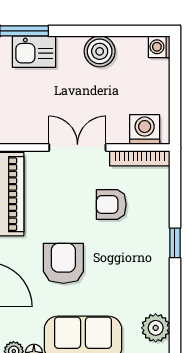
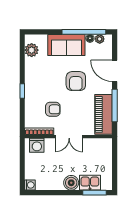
boiler: (100, 51) -> (71, 183), moved

